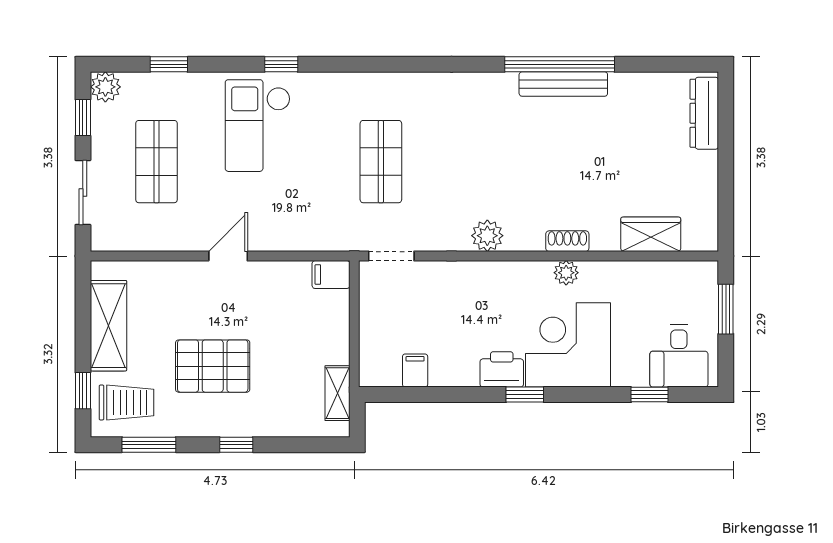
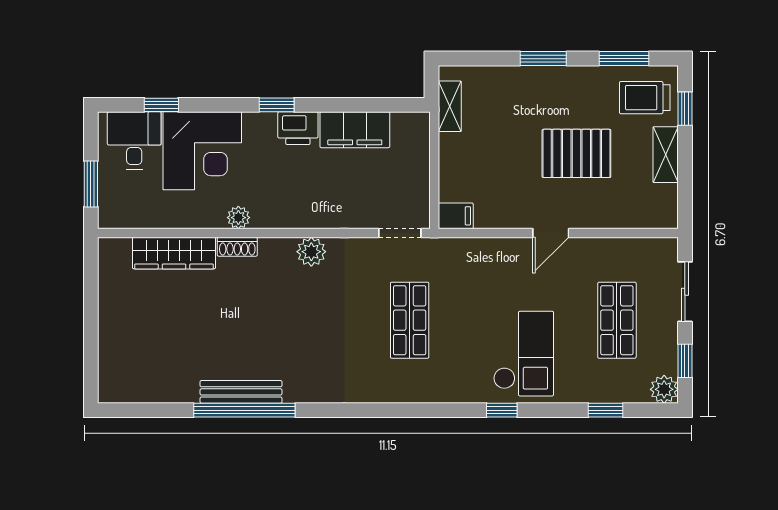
dresser: (704, 113) -> (111, 365), removed
wardrobe: (651, 234) -> (174, 253), width x1.50
shelving: (108, 326) -> (666, 155), width x0.67, depth x0.75
corner desk: (568, 345) -> (202, 151), moved
pallet: (213, 366) -> (576, 153), moved
filing cabinet: (415, 371) -> (355, 130), width x3.00, depth x1.17
window: (236, 445) -> (543, 59), width x1.50

